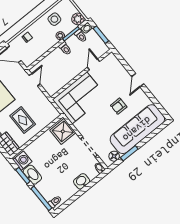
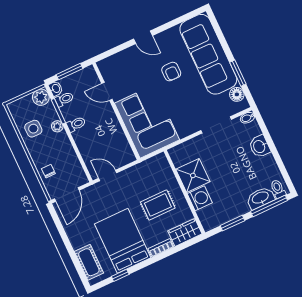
shower: (63, 131) -> (193, 175), moved
washing machine: (22, 161) -> (200, 198), moved, turned 90
washbasin: (32, 175) -> (260, 198), moved

